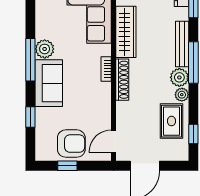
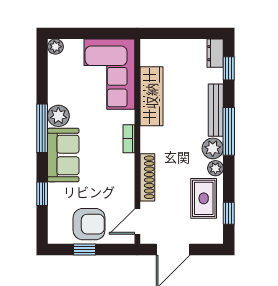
shoe rack: (122, 80) -> (147, 177), moved

